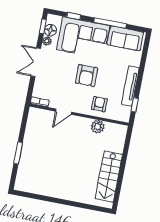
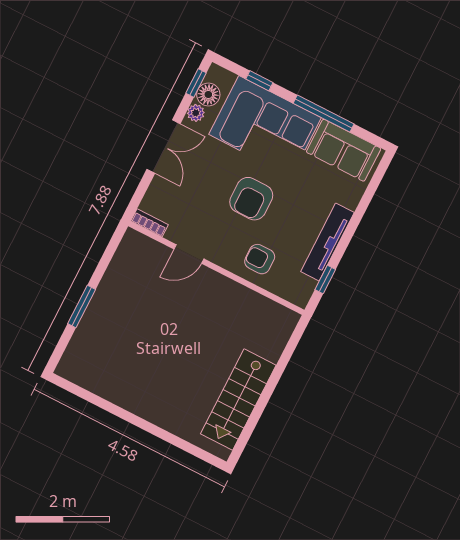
double door: (36, 62) -> (164, 146), swing flipped
armchair: (99, 104) -> (260, 259), turned -90
plant: (98, 127) -> (244, 300), removed

